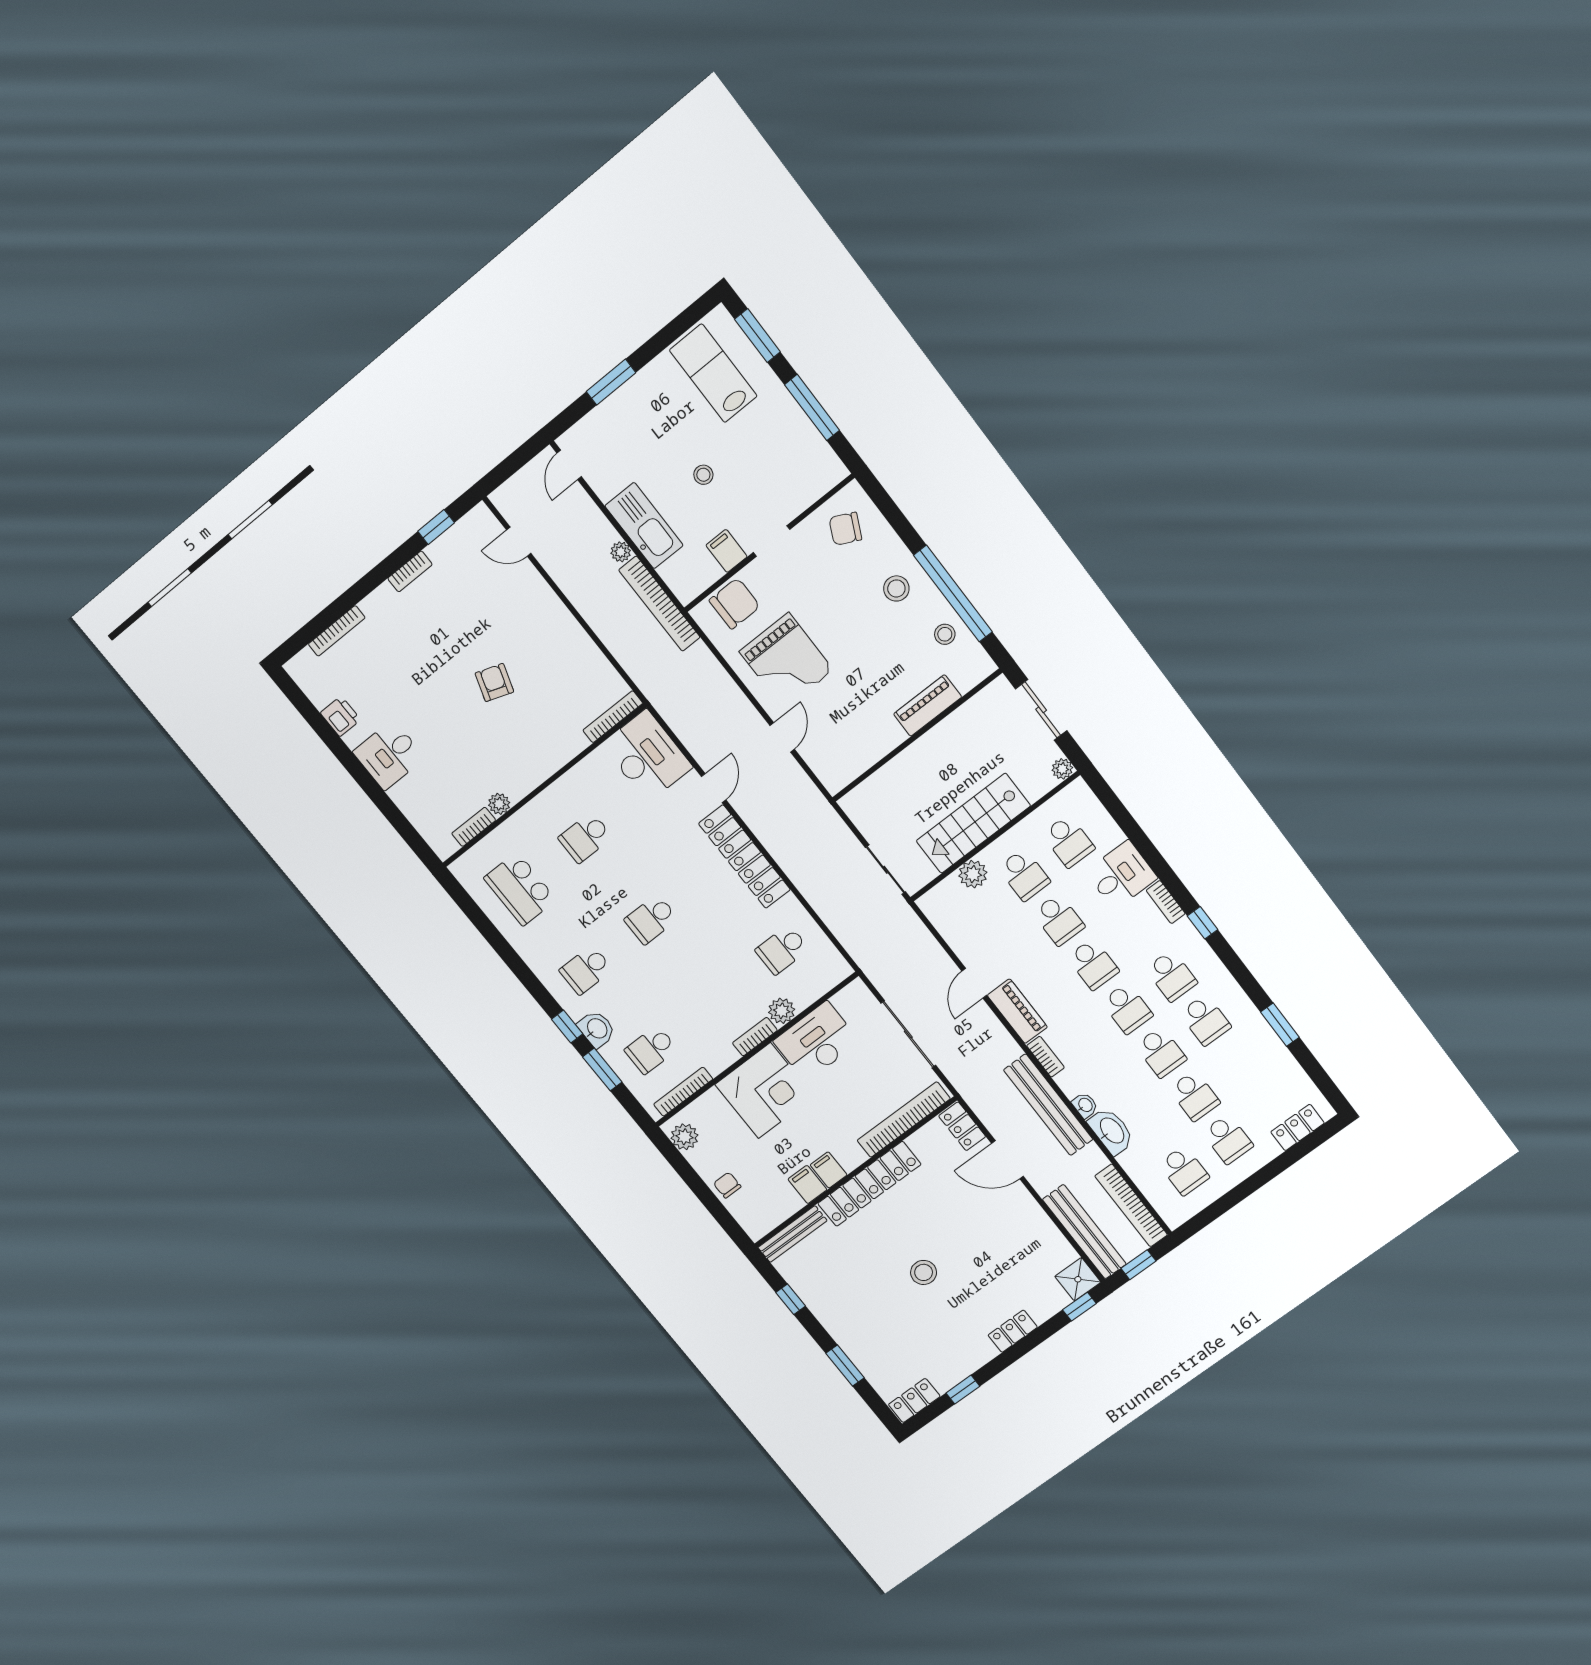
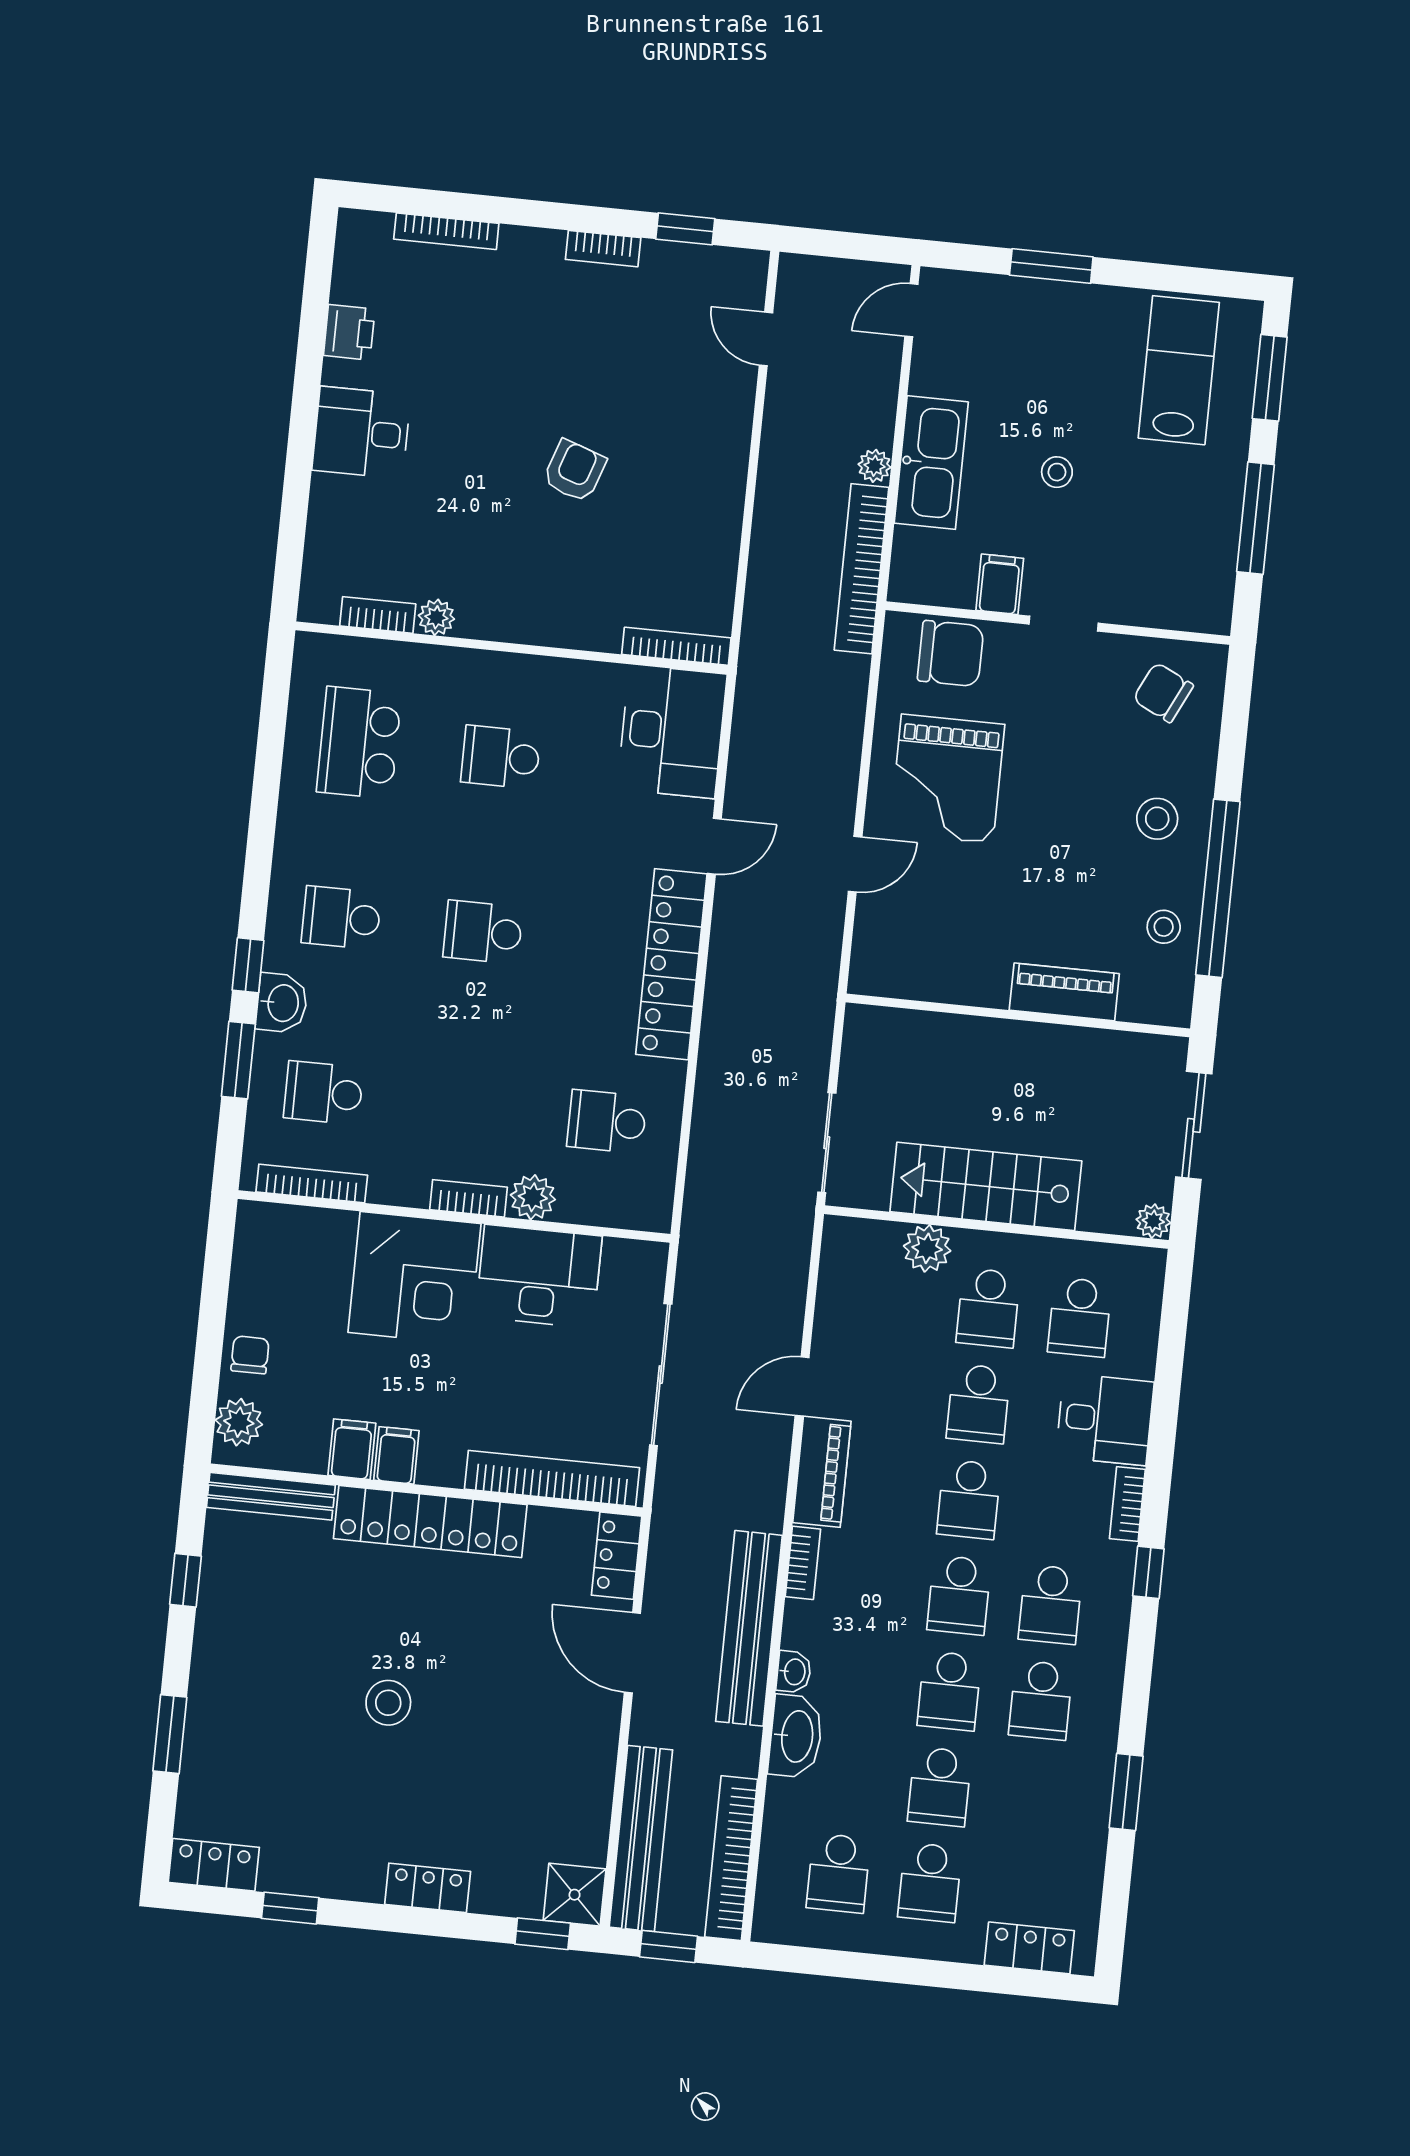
plant: (684, 1137) -> (239, 1422), moved

